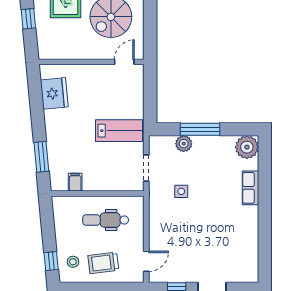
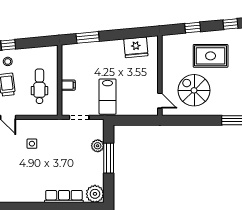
filing cabinet: (75, 182) -> (68, 85), moved
row of seats: (250, 188) -> (64, 197), width x1.48
side table: (181, 191) -> (32, 144), moved

